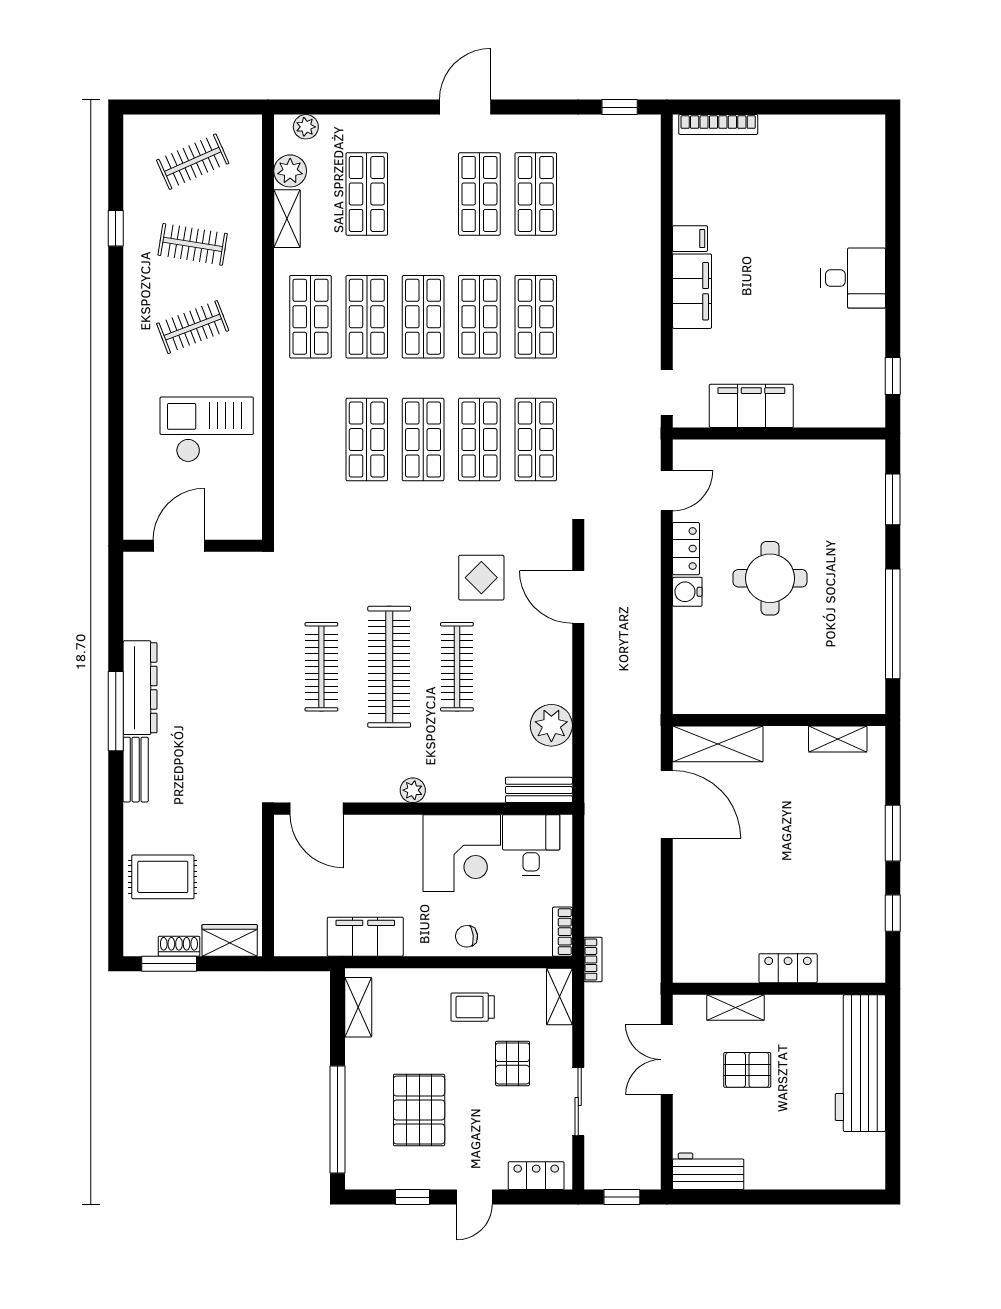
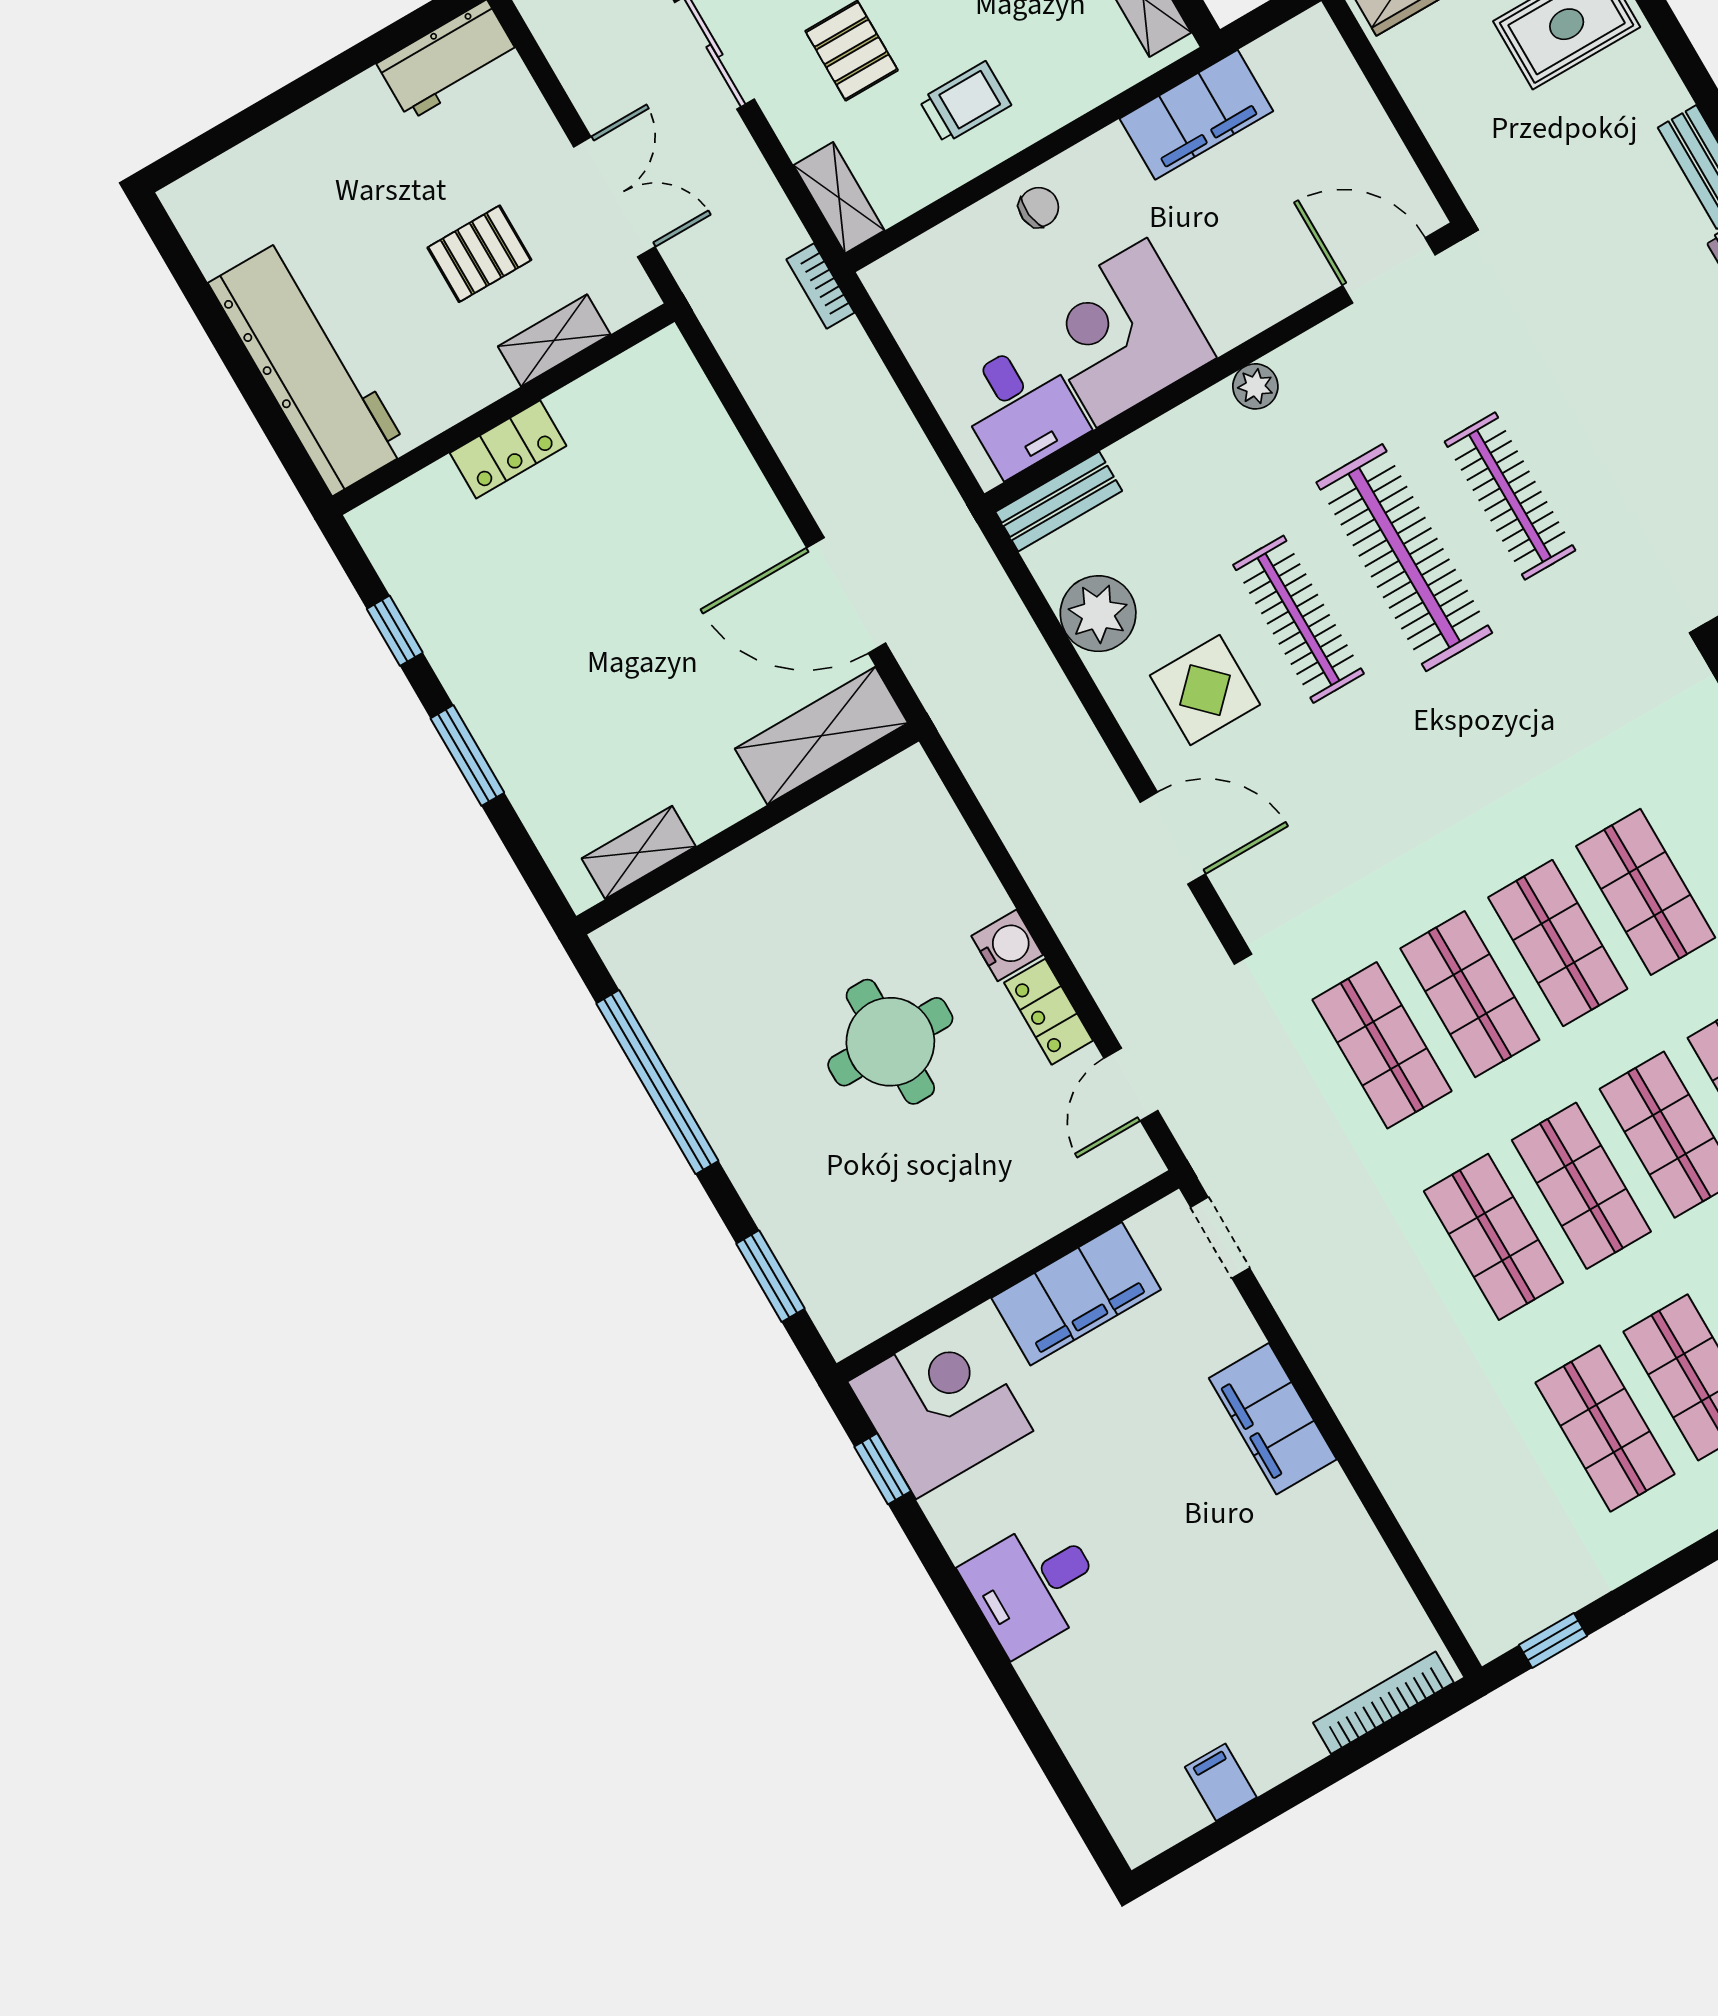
filing cabinet: (690, 239) -> (1221, 1782), moved, turned 90
corner desk: (848, 390) -> (940, 1406), added
display table: (481, 578) -> (1205, 690), moved
bookcase: (562, 932) -> (893, 302), removed

